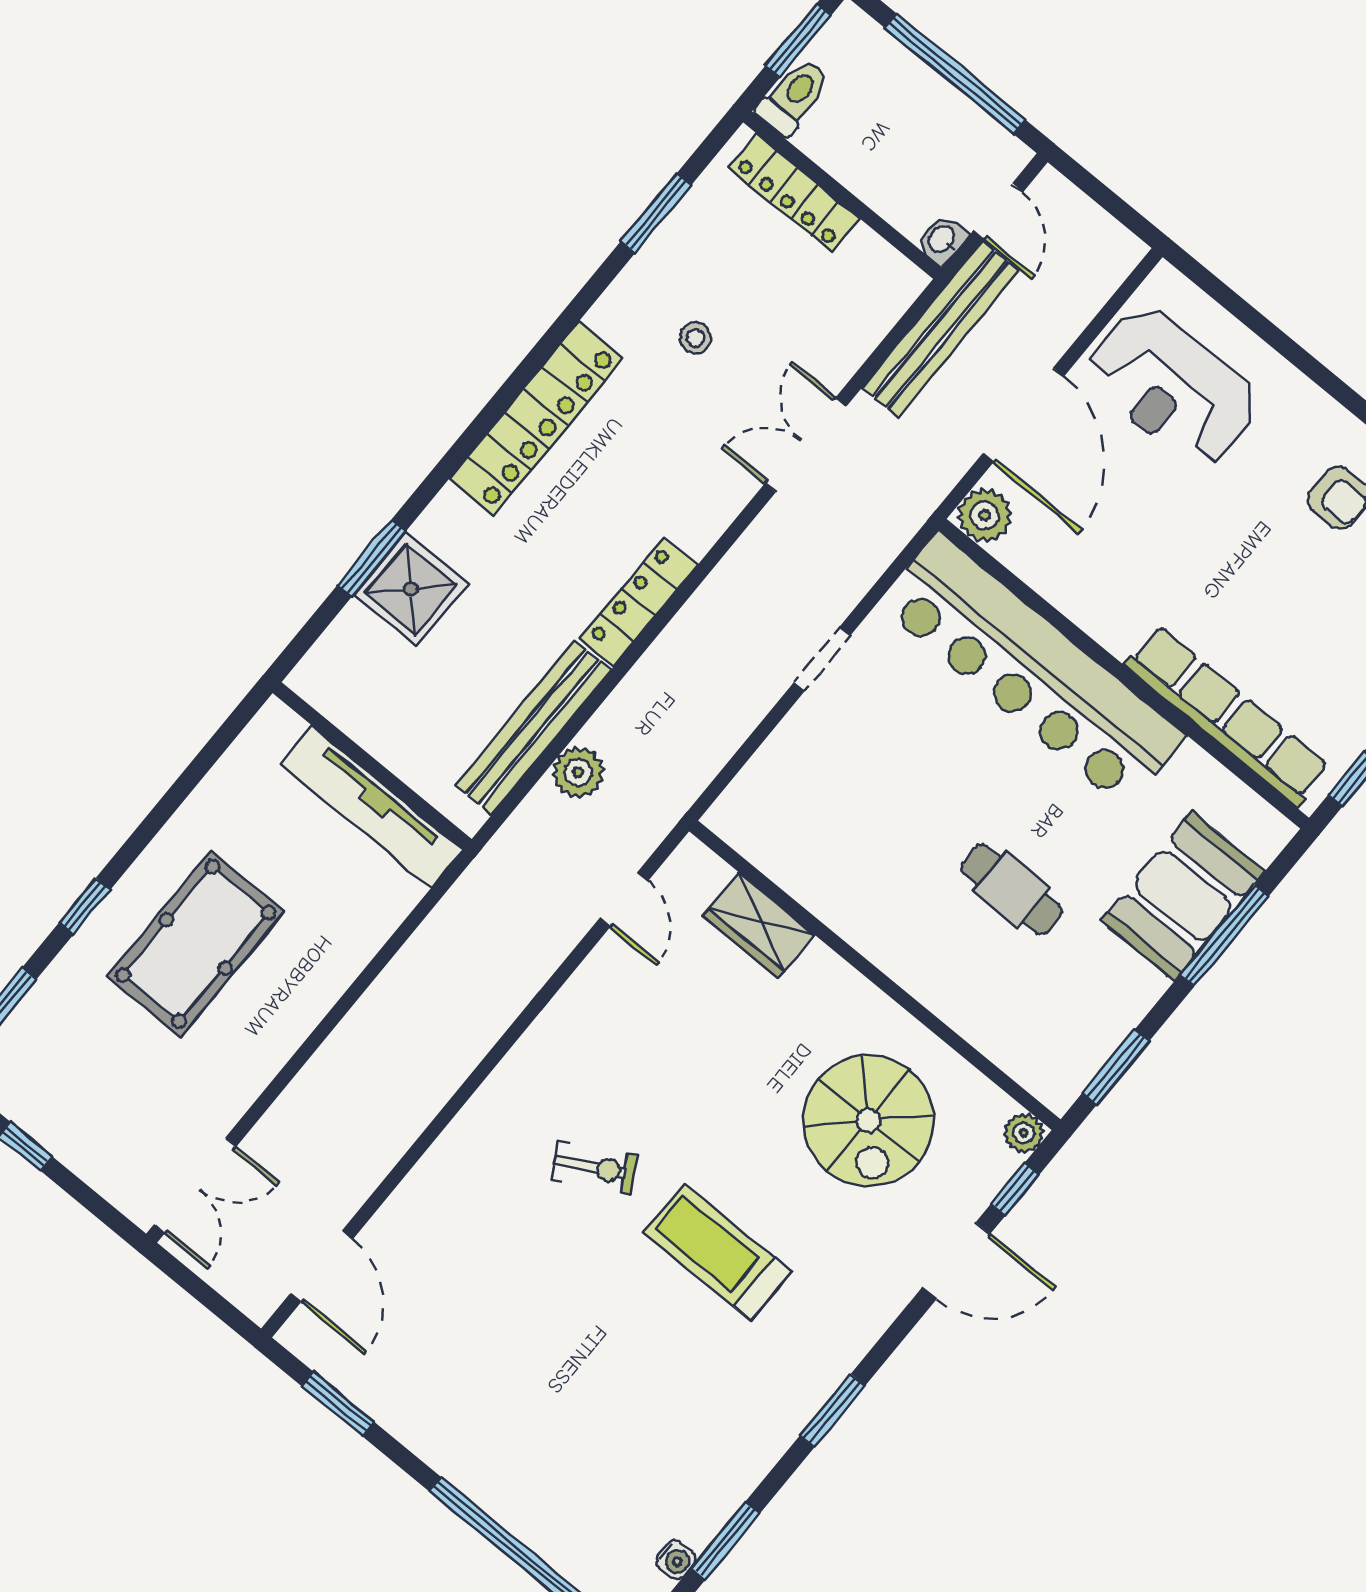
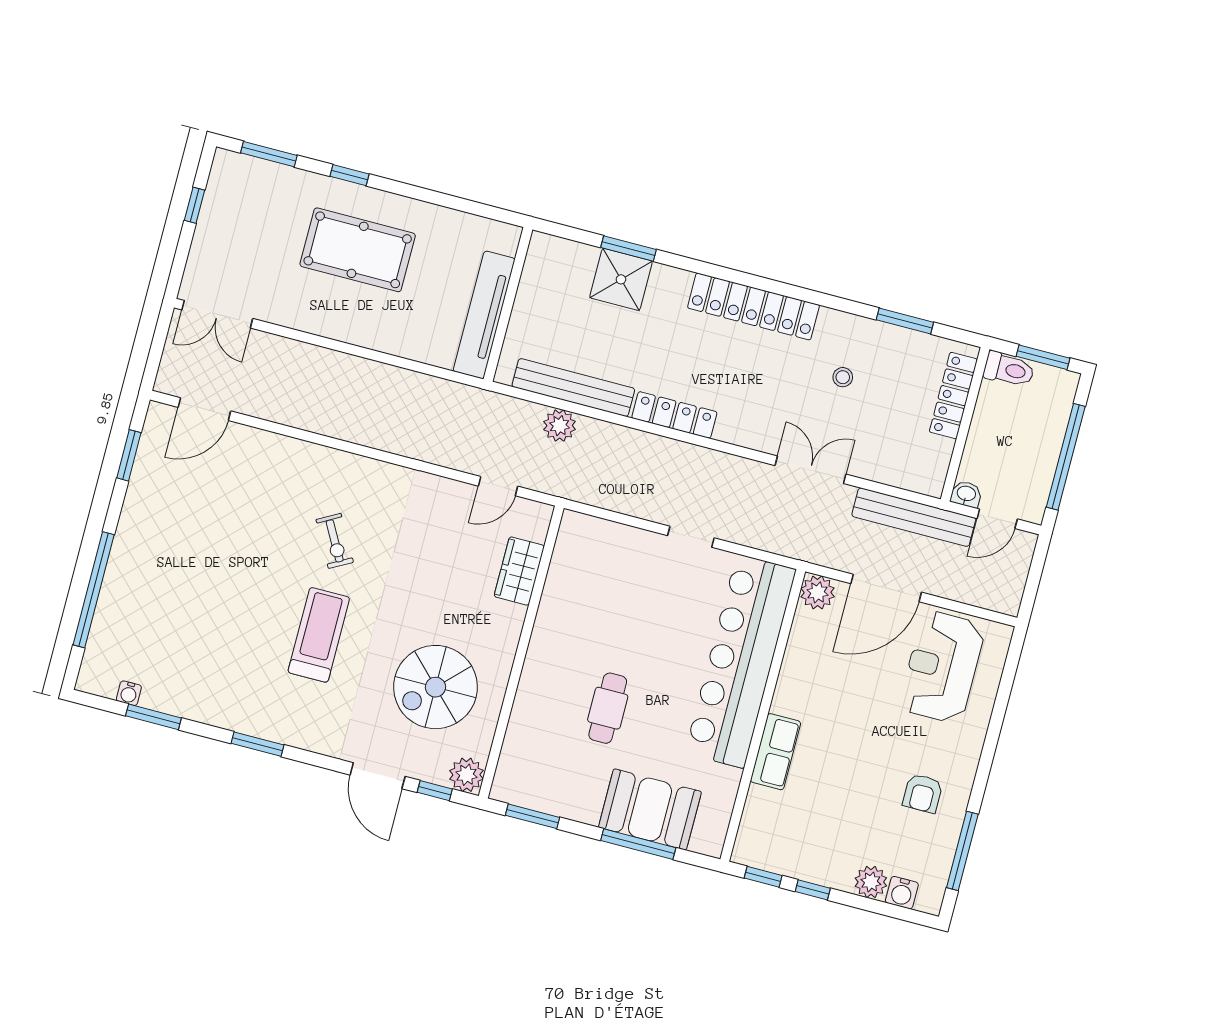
row of seats: (1227, 716) -> (776, 752), width x0.50
plant: (1024, 1133) -> (466, 775), width x1.38, depth x1.38

